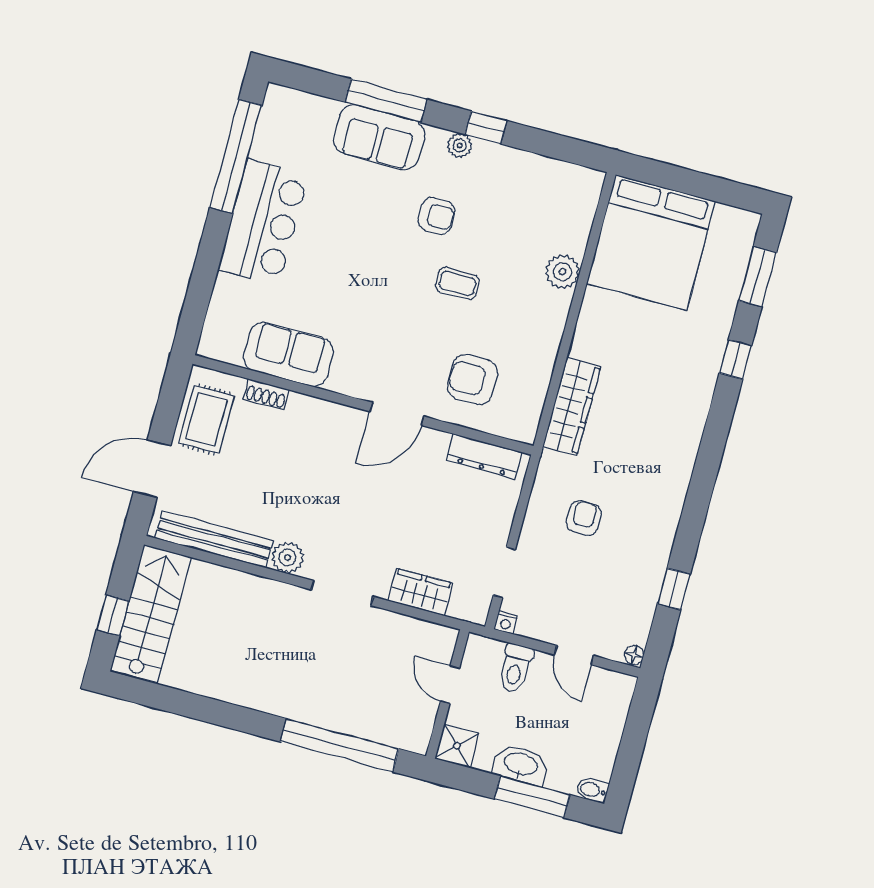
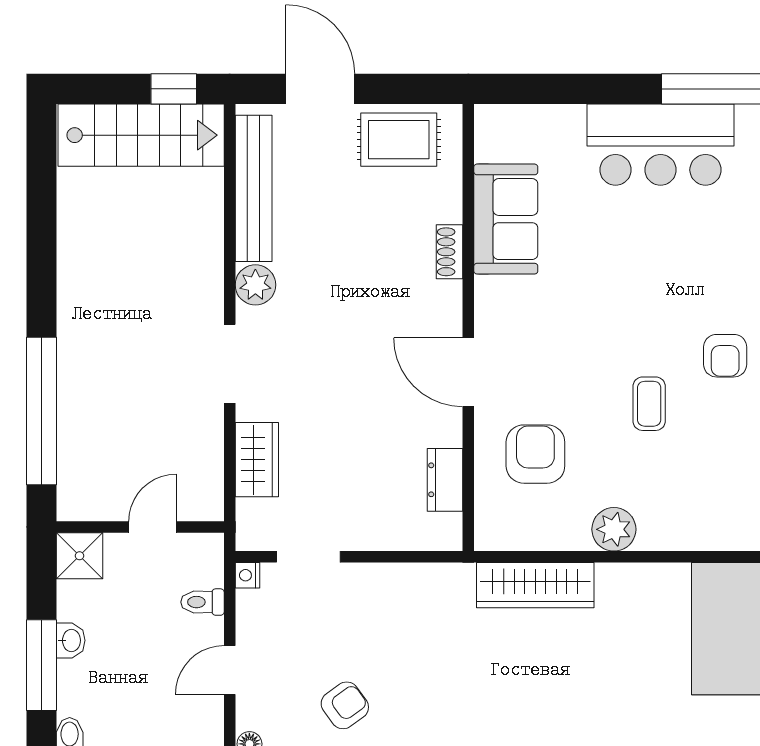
plant: (563, 272) -> (614, 529), moved
shoe rack: (266, 394) -> (450, 252), moved
dresser: (484, 456) -> (445, 480), width x0.70
armchair: (584, 518) -> (345, 705), moved, turned -36
window: (113, 615) -> (174, 89), moved
toilet: (515, 668) -> (202, 602), width x0.73, depth x0.72
washbasin: (521, 765) -> (71, 640), width x0.52, depth x0.69

